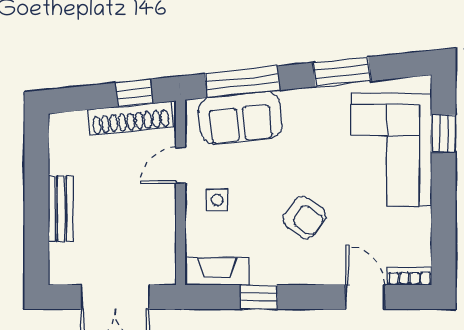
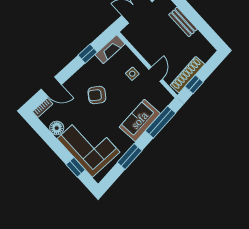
sofa: (240, 118) -> (140, 120), moved
floor lamp: (417, 223) -> (57, 128), added

